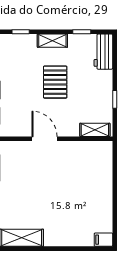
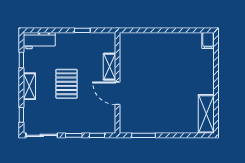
pallet: (55, 82) -> (67, 84), turned 90
shelving: (95, 130) -> (109, 67), moved
door: (45, 139) -> (117, 93), hinge flipped

